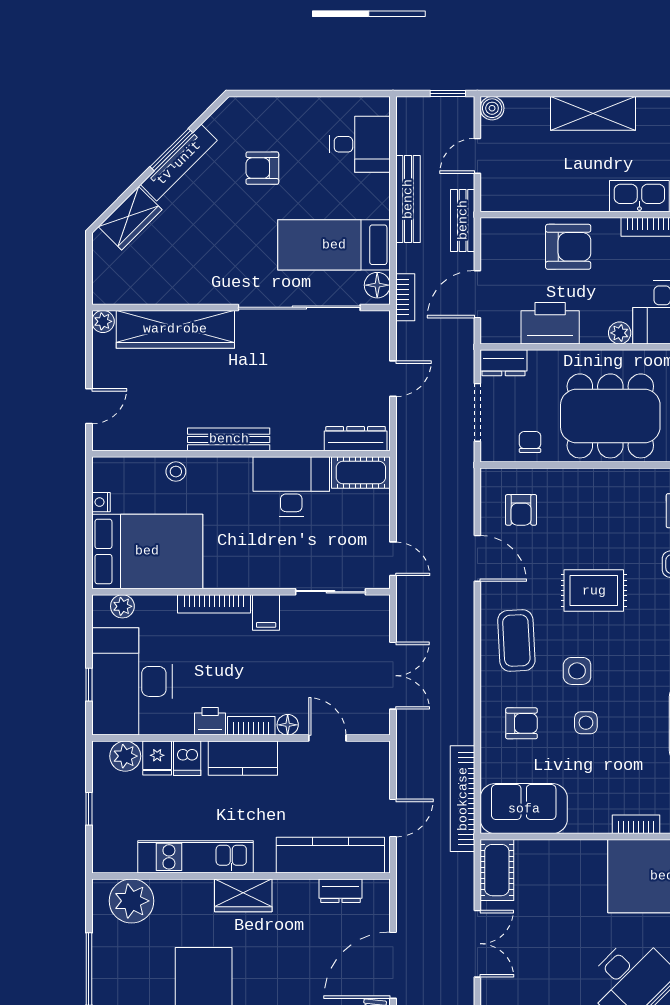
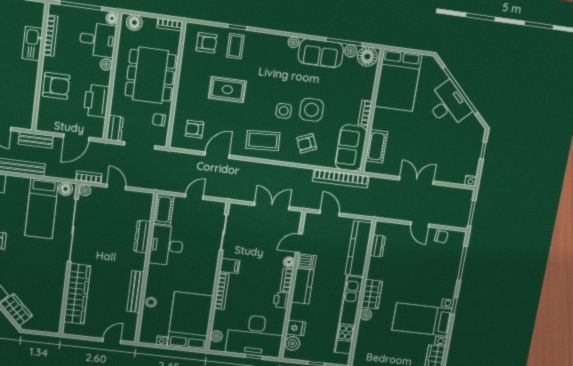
armchair: (568, 247) -> (56, 86), turned 90
door: (477, 294) -> (76, 137), hinge flipped
bookcase: (405, 297) -> (89, 177), moved
plant: (103, 321) -> (85, 190), moved
door: (89, 406) -> (112, 341), hinge flipped
bench: (229, 439) -> (135, 292), moved
dresser: (356, 439) -> (142, 237), moved
armchair: (521, 510) -> (194, 129), turned 180
door: (393, 559) -> (194, 197), moved
rug: (594, 591) -> (227, 90), moved, turned 90
armchair: (521, 723) -> (307, 143), turned -113
side table: (586, 723) -> (312, 110), width x1.87, depth x1.87
dishwasher: (187, 758) -> (306, 261), moved
door: (393, 818) -> (330, 213), moved
bookcase: (636, 824) -> (365, 113), moved
kitchen unit: (195, 857) -> (349, 315), width x1.36
cot: (497, 870) -> (376, 146), moved, turned 90
plant: (132, 901) -> (366, 315), moved, width x0.53, depth x0.53
door: (393, 965) -> (420, 224), width x0.53

